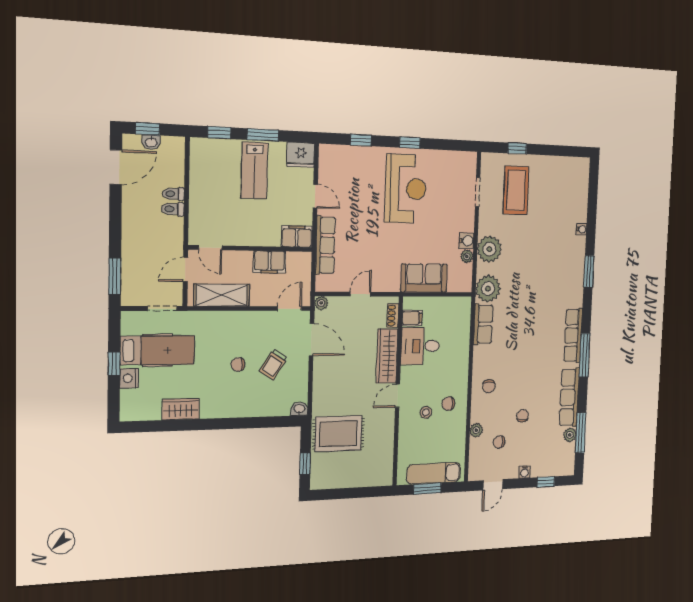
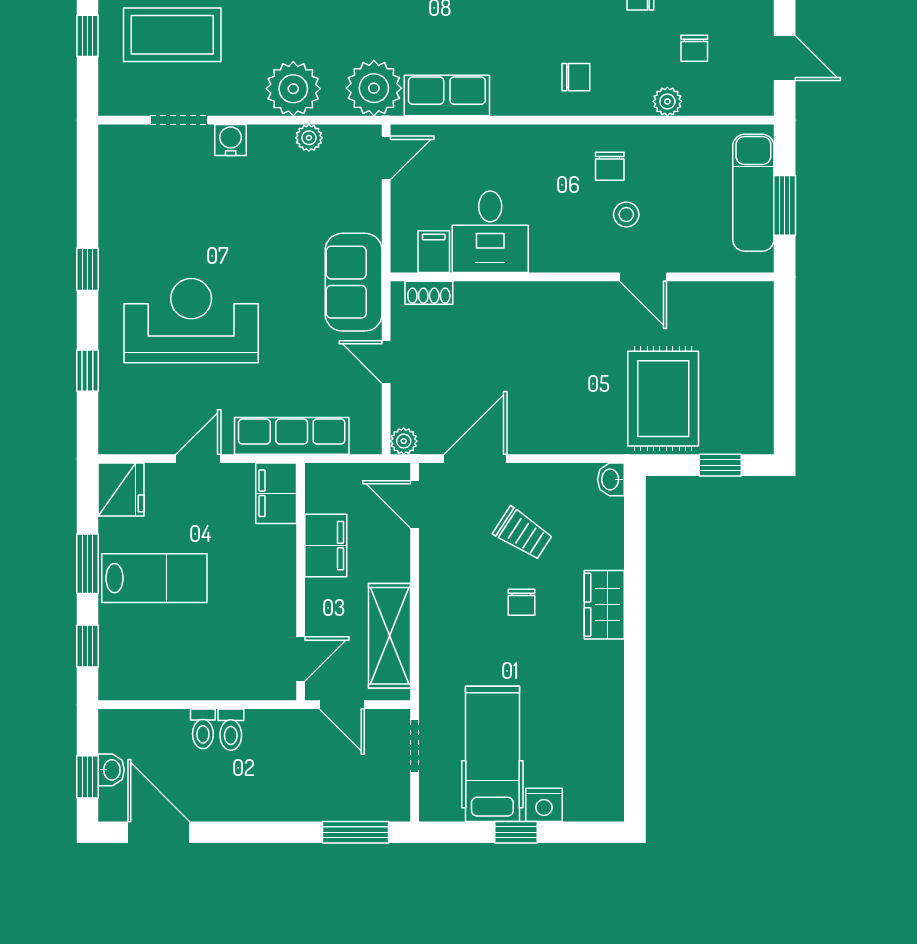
reception desk: (406, 189) -> (191, 321), moved
water cooler: (467, 241) -> (231, 140), moved
sofa: (424, 278) -> (354, 282), moved
door: (456, 294) -> (386, 158), added
wardrobe: (387, 356) -> (510, 302), removed
door: (398, 396) -> (643, 277), moved
wardrobe: (181, 409) -> (604, 605), moved

